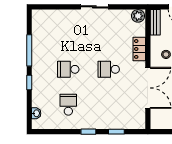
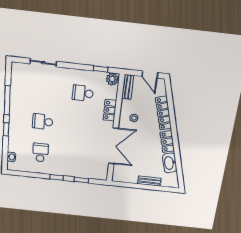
sliding door: (94, 7) -> (43, 63), moved
window: (125, 7) -> (101, 69), added
school desk: (109, 69) -> (83, 93), moved

